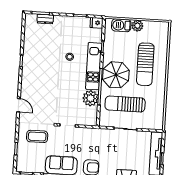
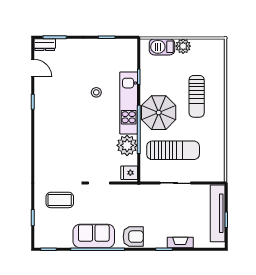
dresser: (45, 19) -> (45, 45), moved
fridge: (97, 23) -> (129, 173), moved
sun lounger: (145, 64) -> (197, 96), width x0.73, depth x0.75
sun lounger: (125, 104) -> (173, 150), turned 180
door: (19, 105) -> (33, 68), moved

